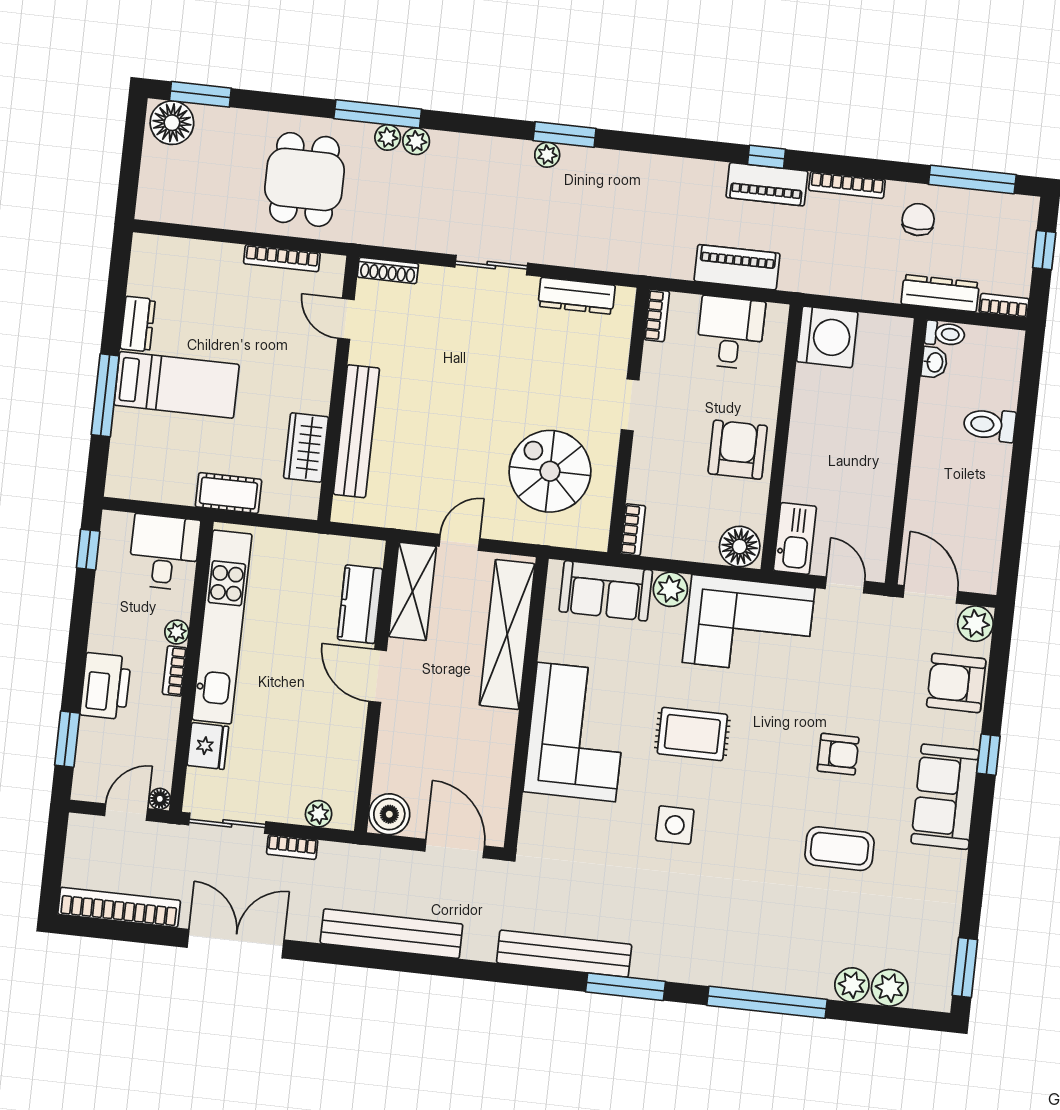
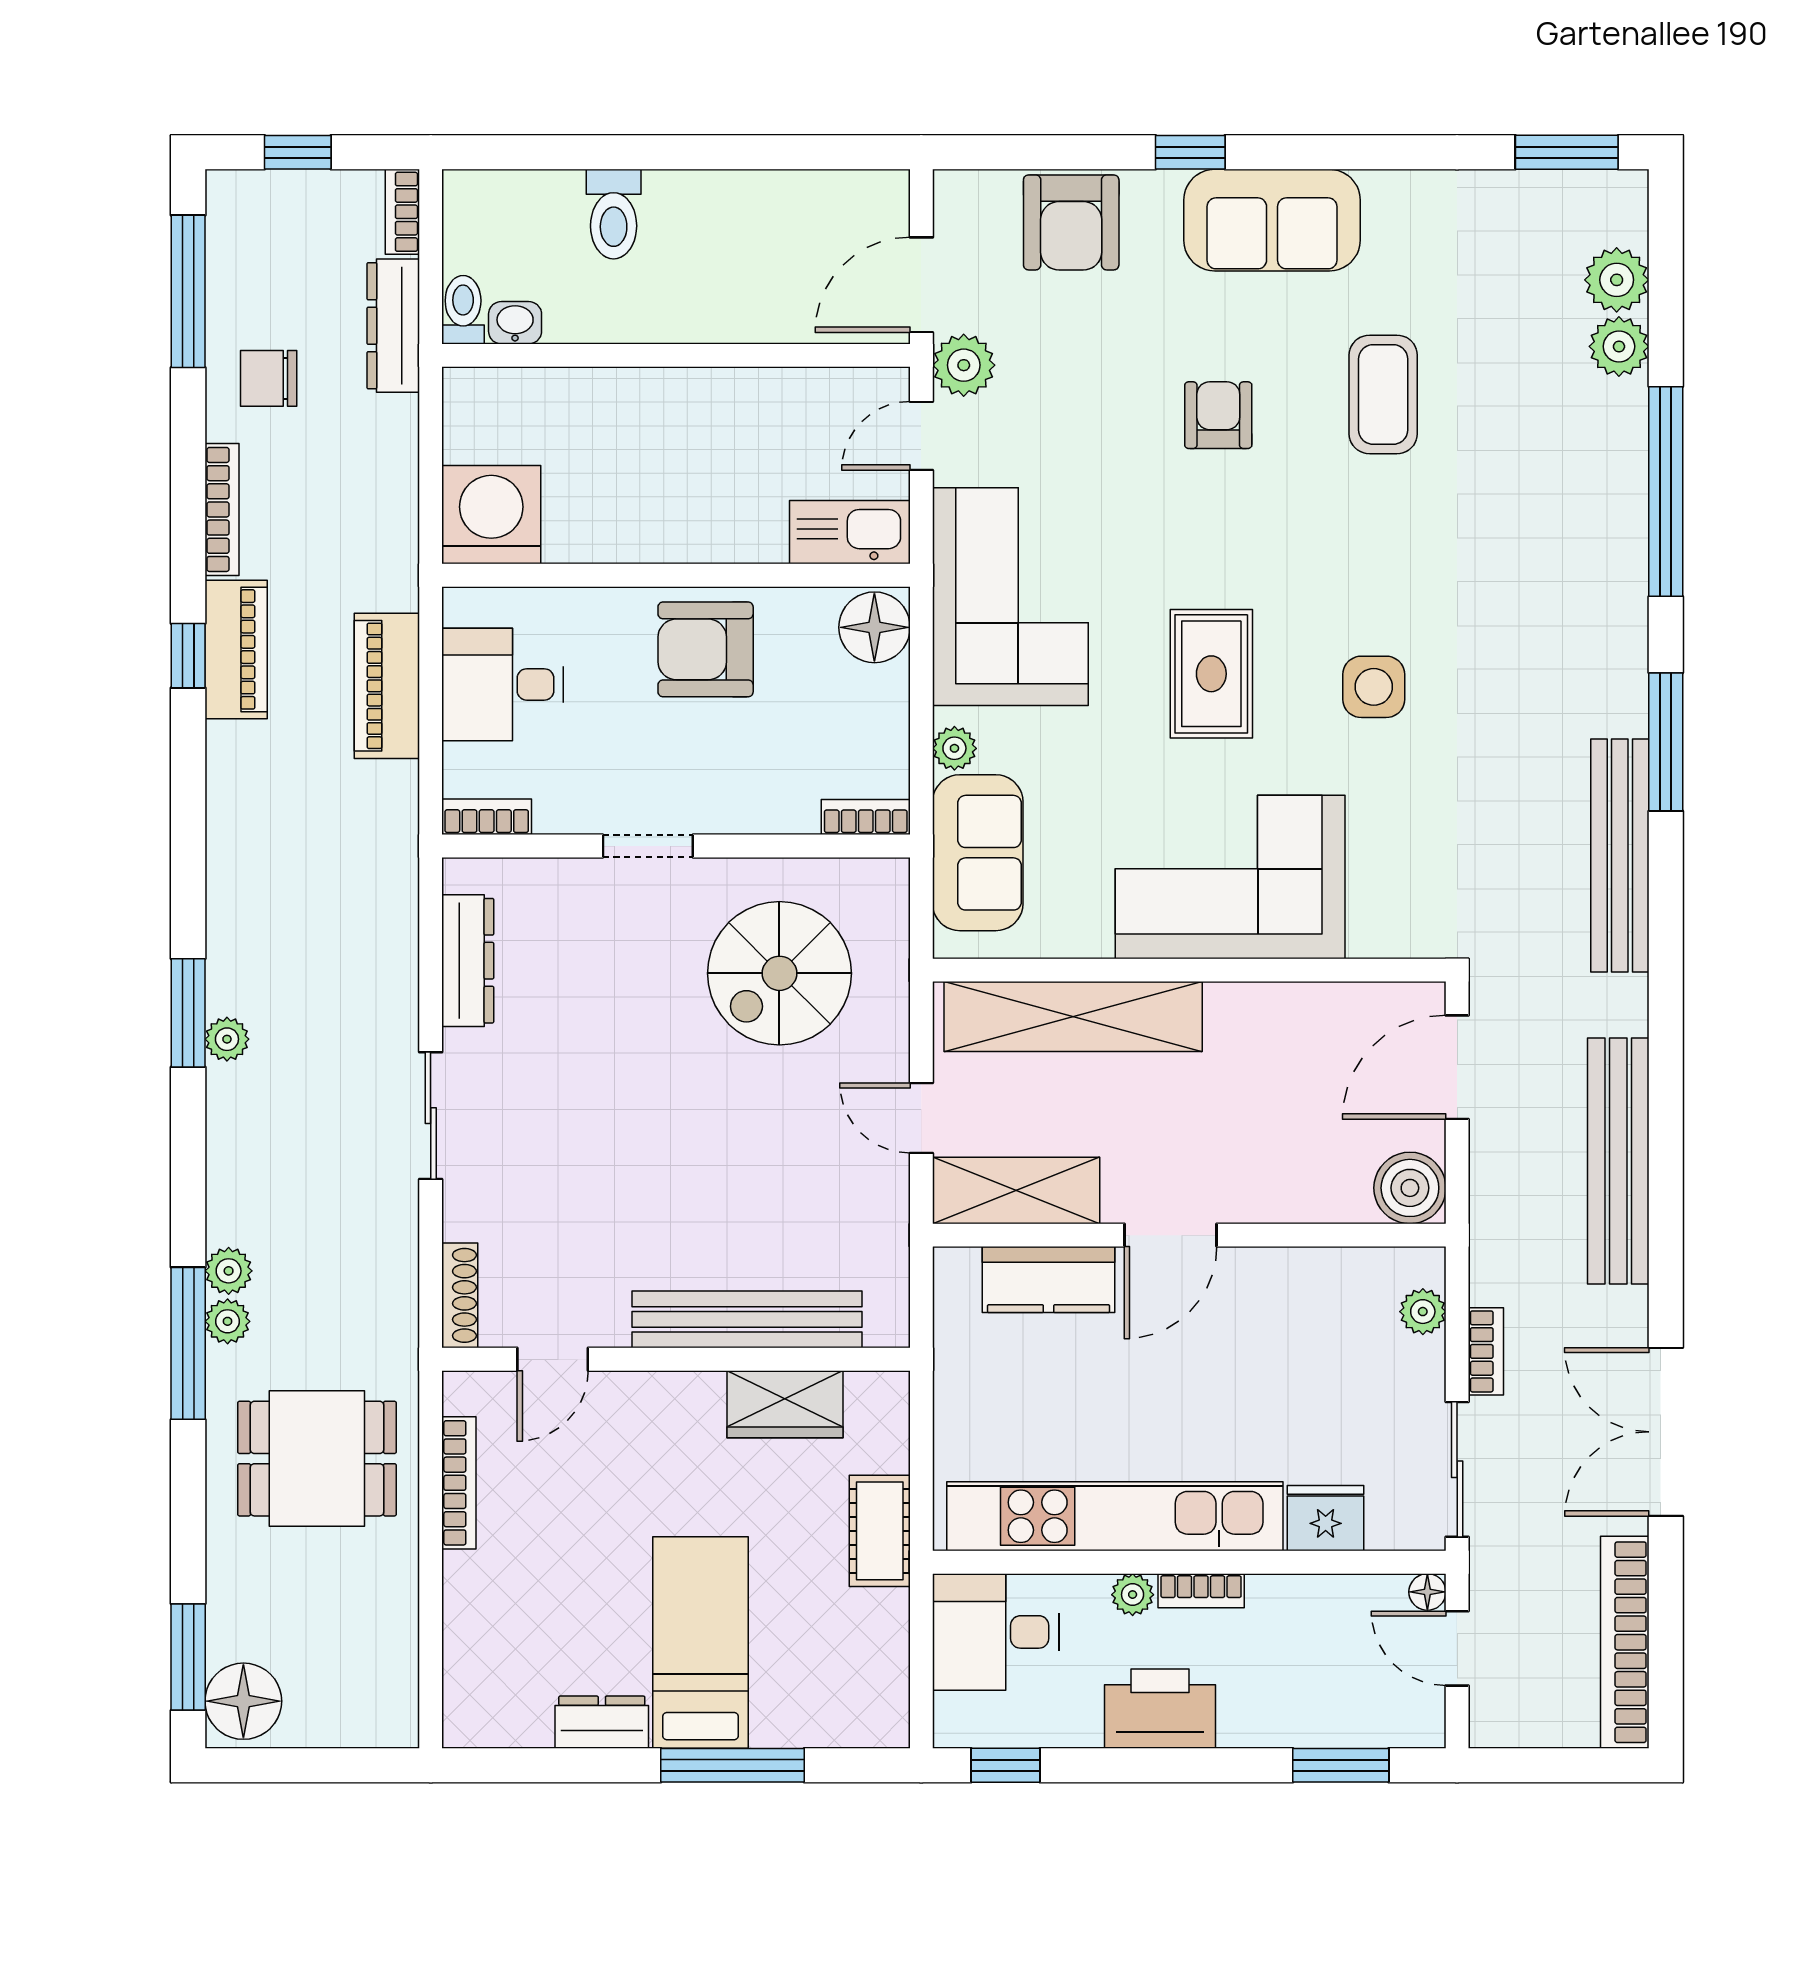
plant: (670, 589) -> (954, 748), width x0.73, depth x0.73
plant: (975, 624) -> (964, 365), moved
printer: (106, 686) -> (1160, 1709), moved

